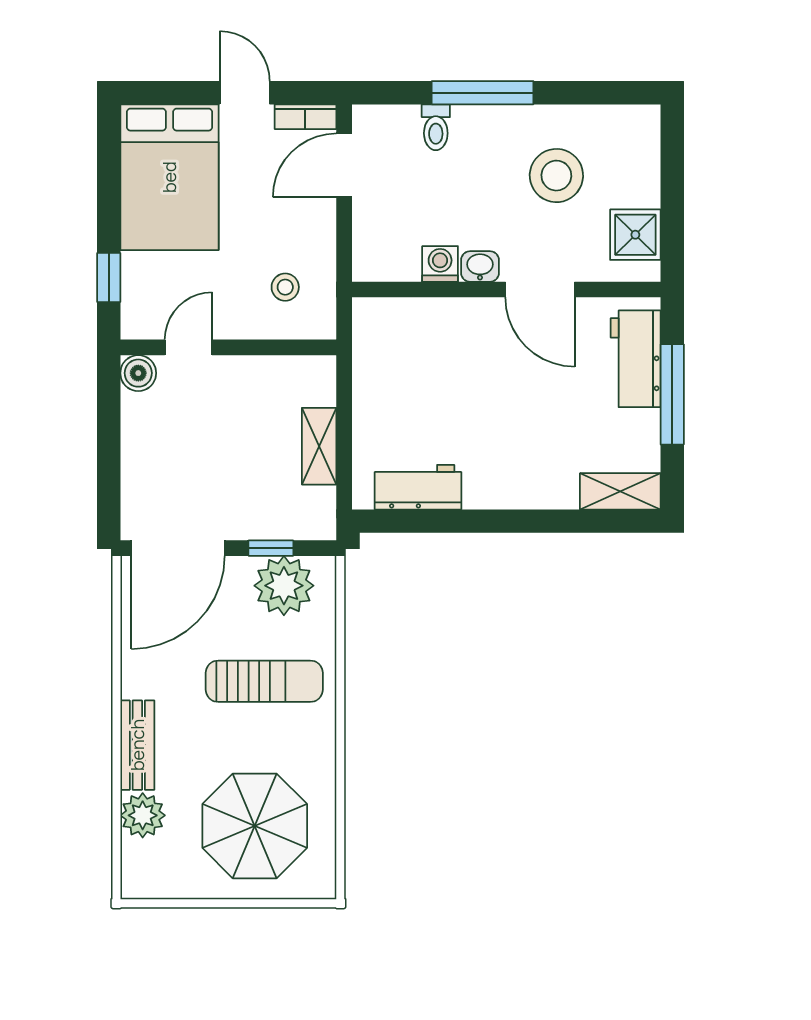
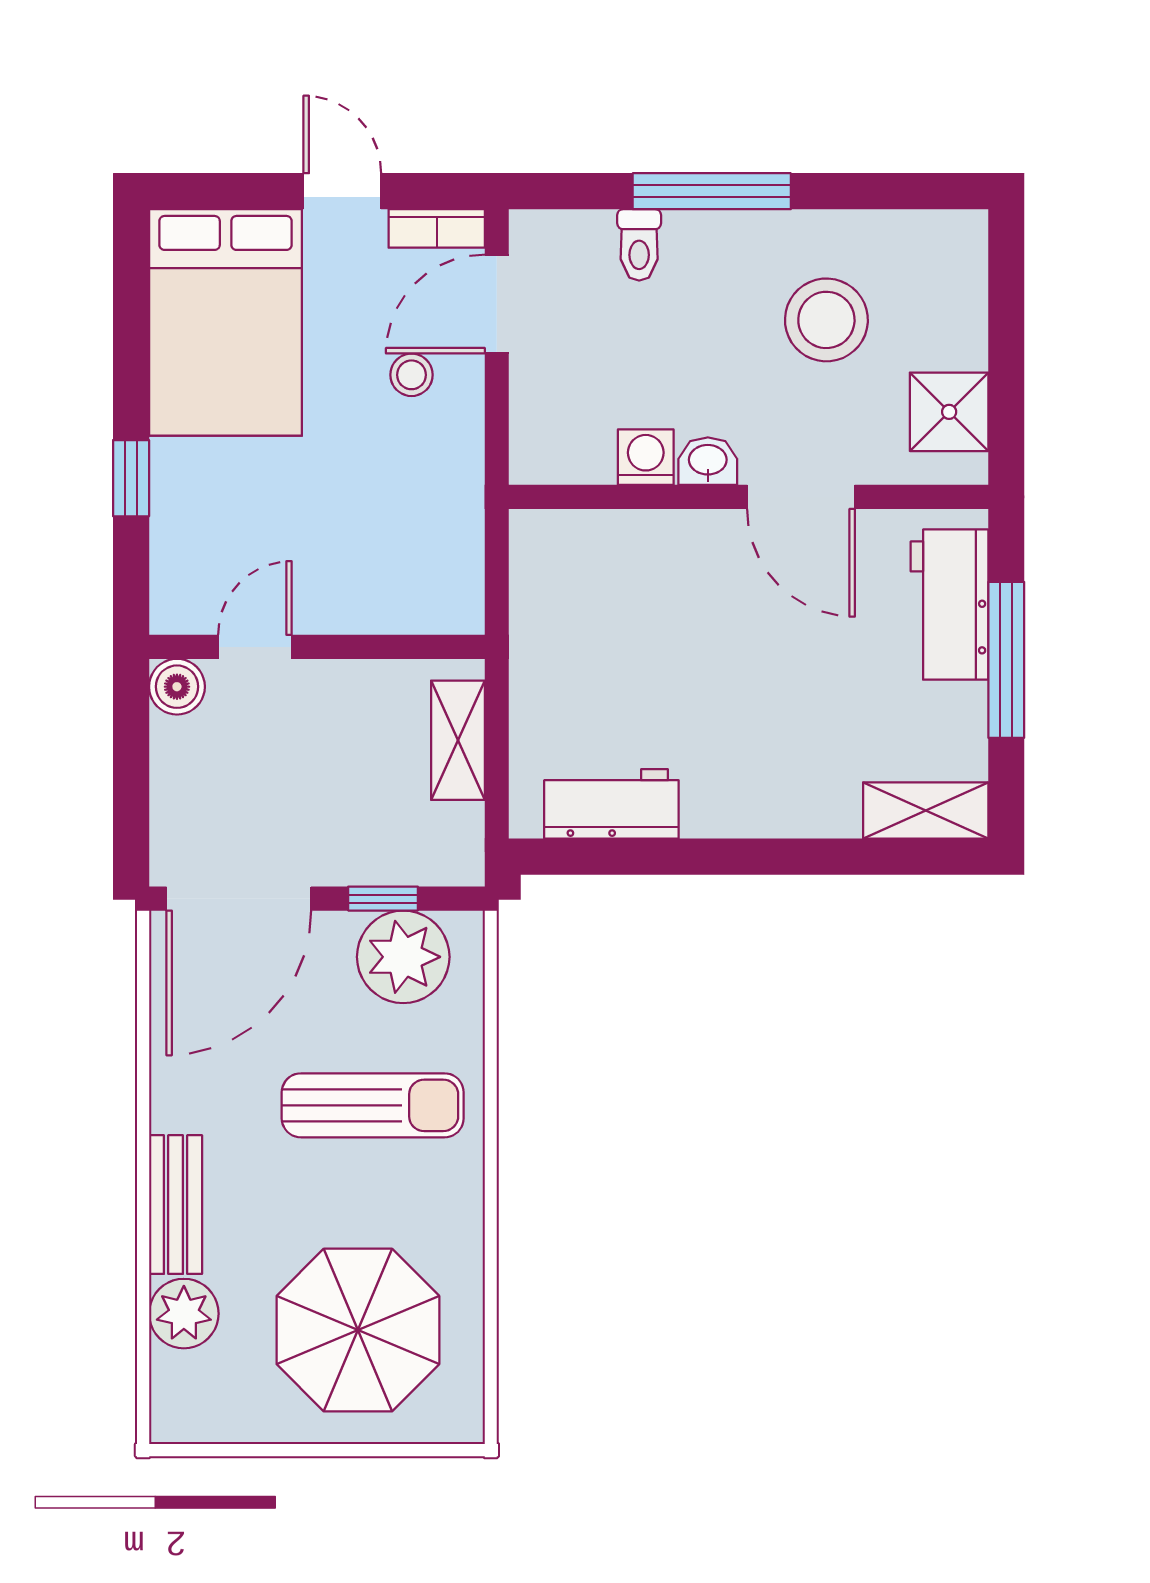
stool: (285, 287) -> (411, 375), moved
door: (188, 347) -> (255, 647), moved
wall: (228, 347) -> (317, 647), moved
boiler: (138, 373) -> (177, 687), moved

